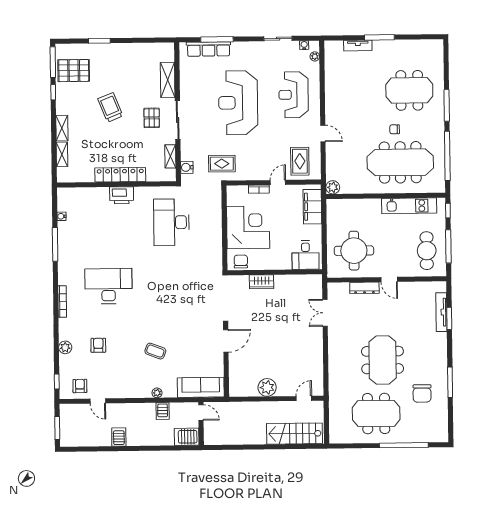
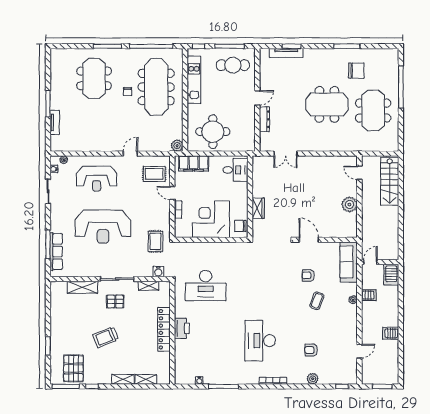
round table: (354, 251) -> (213, 132), moved
armchair: (80, 386) -> (308, 275), moved

